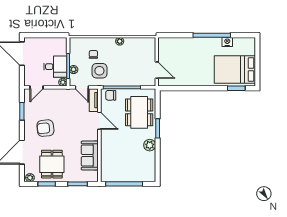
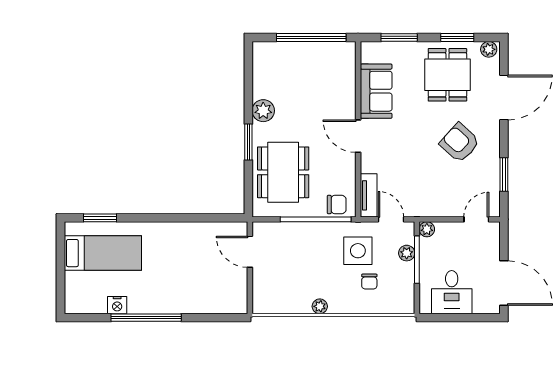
desk: (55, 67) -> (452, 292), moved, turned -90
bed: (235, 70) -> (103, 253), width x0.67
door: (99, 121) -> (358, 136), moved
armchair: (45, 128) -> (460, 143), turned -132

